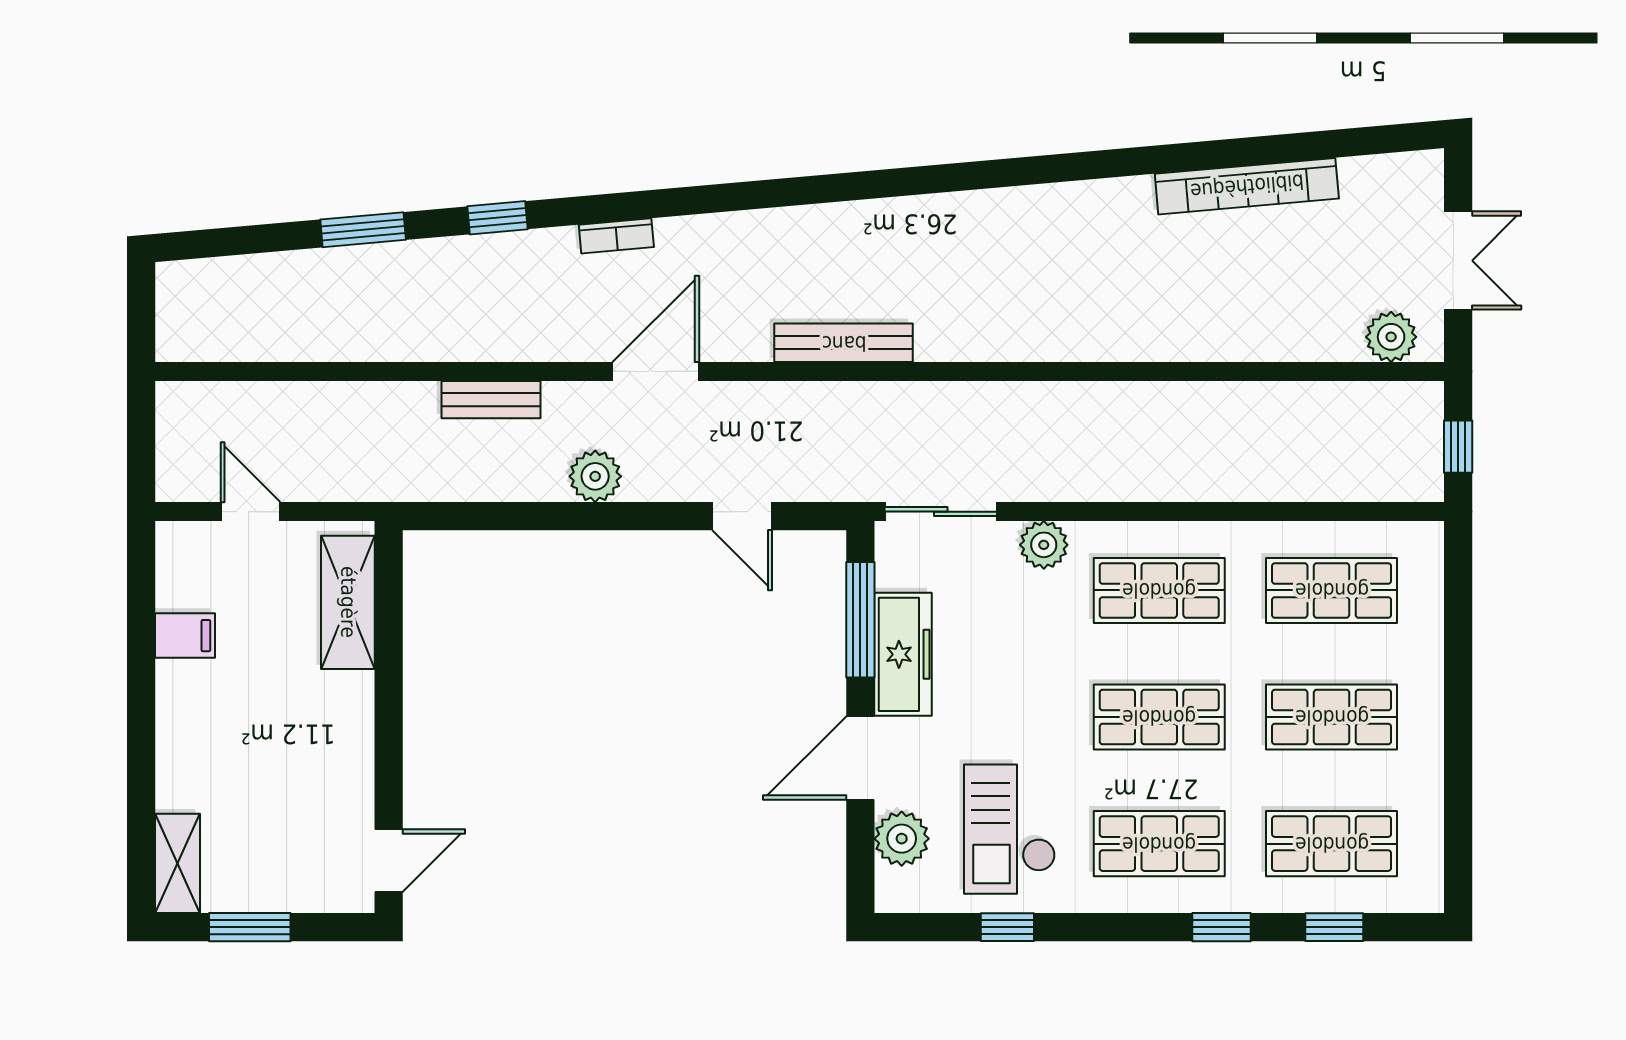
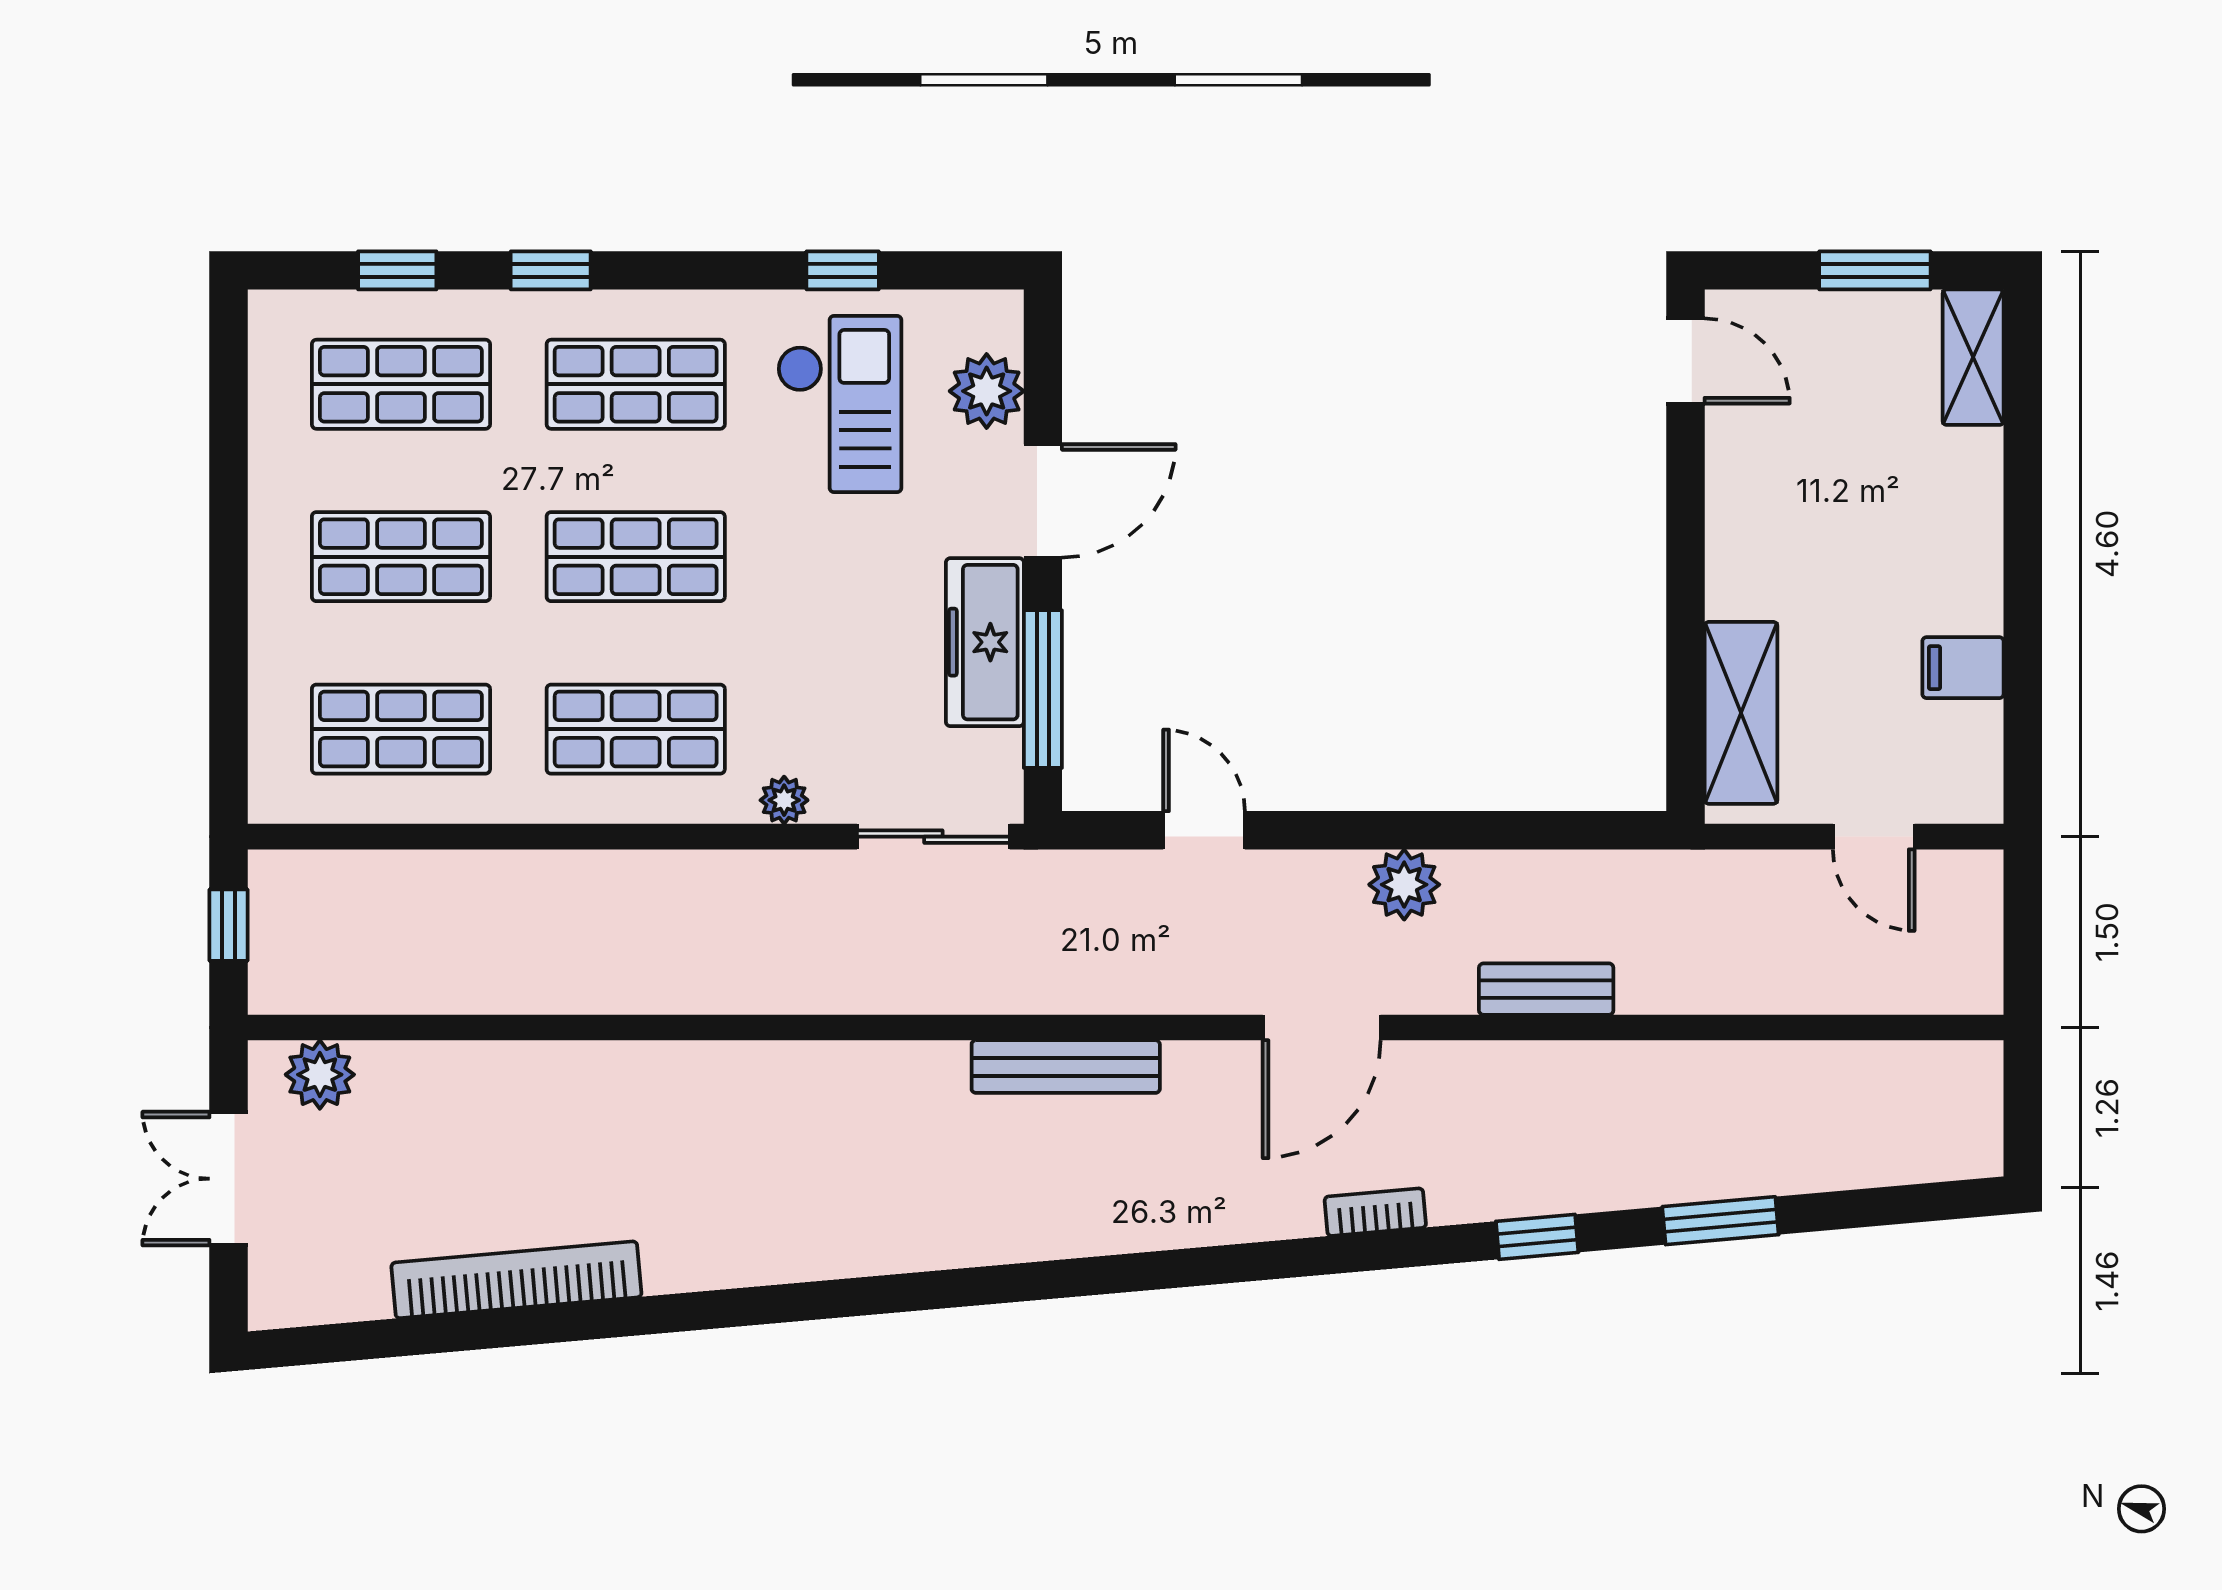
plant: (1044, 545) -> (784, 800), width x0.73, depth x0.73
door: (389, 861) -> (1686, 361), swing flipped

